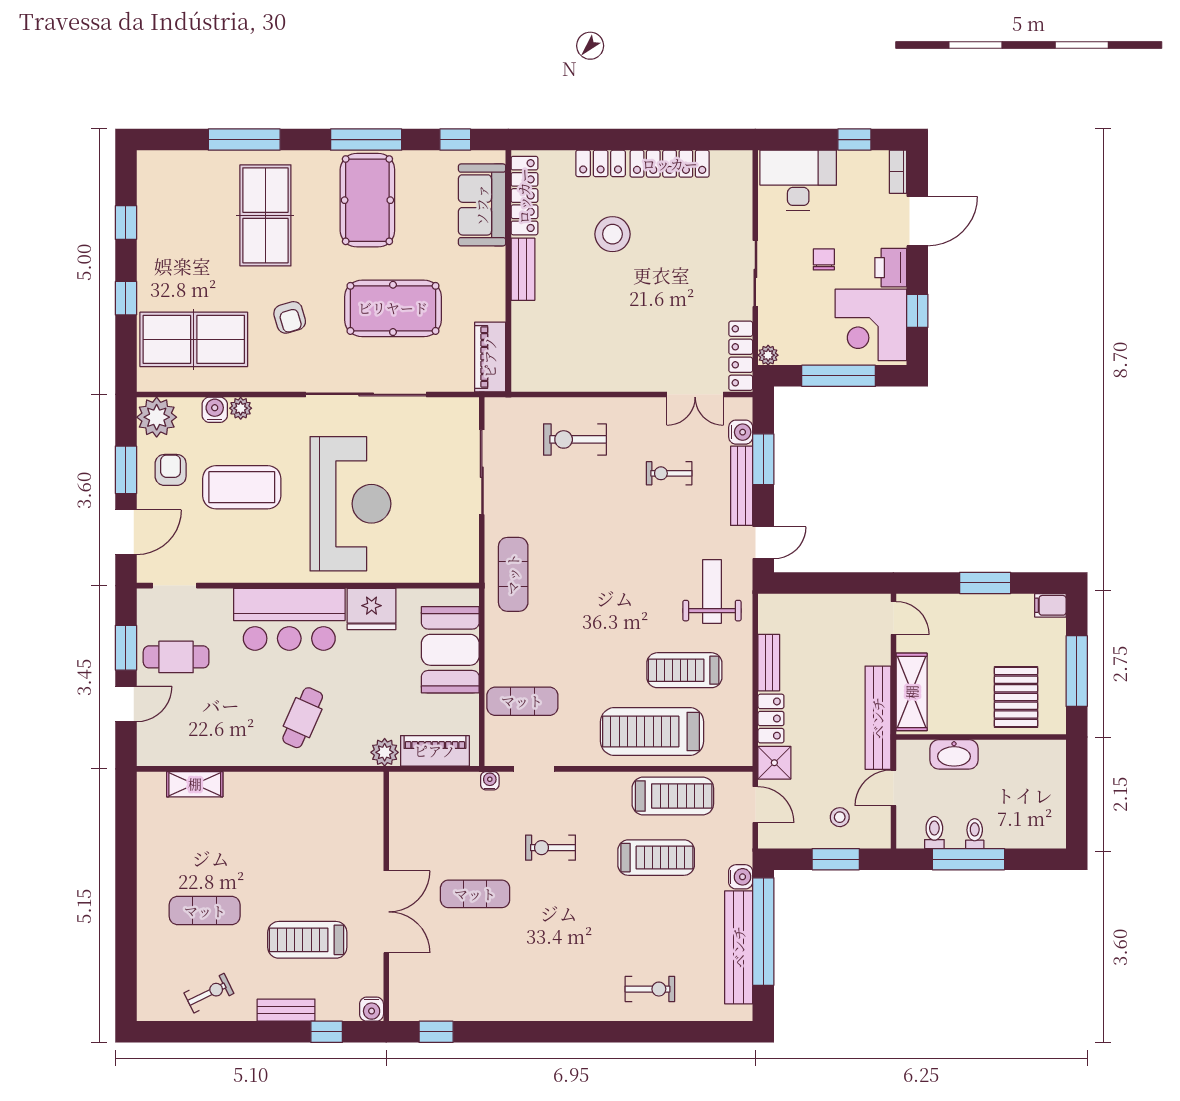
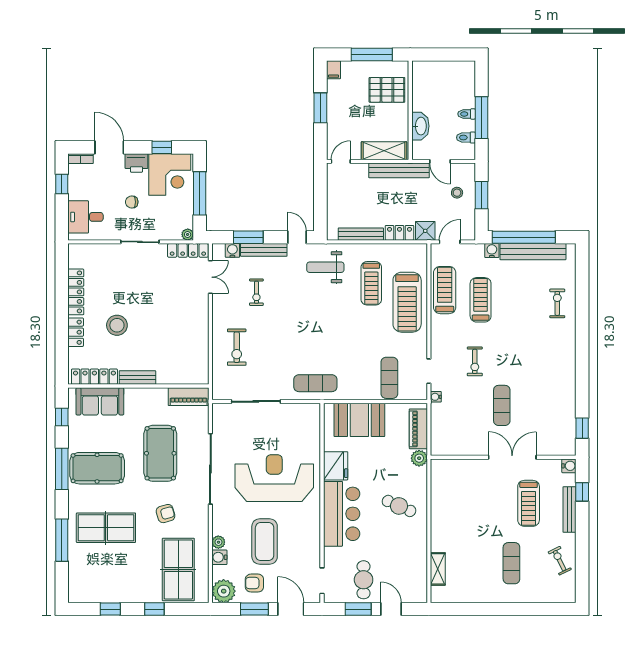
desk: (798, 180) -> (85, 217), width x0.73
bench: (769, 663) -> (361, 234), width x1.36
bench: (286, 1010) -> (570, 510), width x1.36

